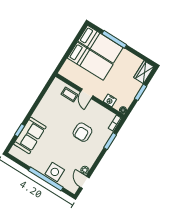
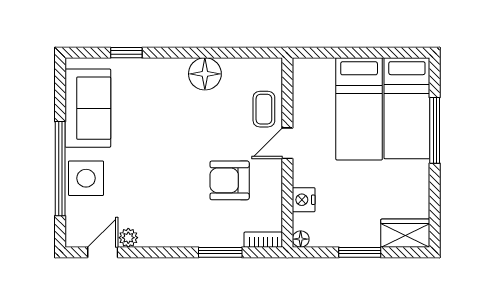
floor lamp: (44, 107) -> (205, 74), added
armchair: (82, 132) -> (230, 180), moved
sofa: (30, 135) -> (88, 108), moved, turned -90

